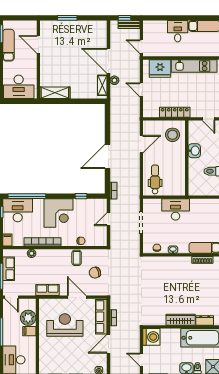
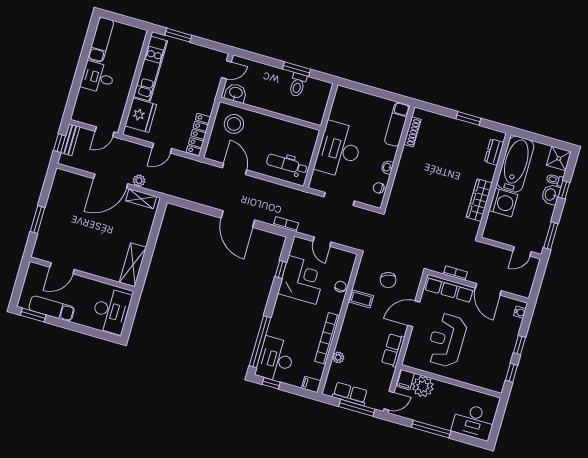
locker: (175, 112) -> (198, 134), moved
washbasin: (194, 151) -> (236, 93), moved
desk: (176, 209) -> (339, 150), width x1.36, depth x1.30
corner desk: (59, 213) -> (302, 280), moved
wardrobe: (181, 320) -> (479, 200), moved
filing cabinet: (29, 331) -> (406, 380), moved
washing machine: (151, 337) -> (503, 203), moved, turned 90

